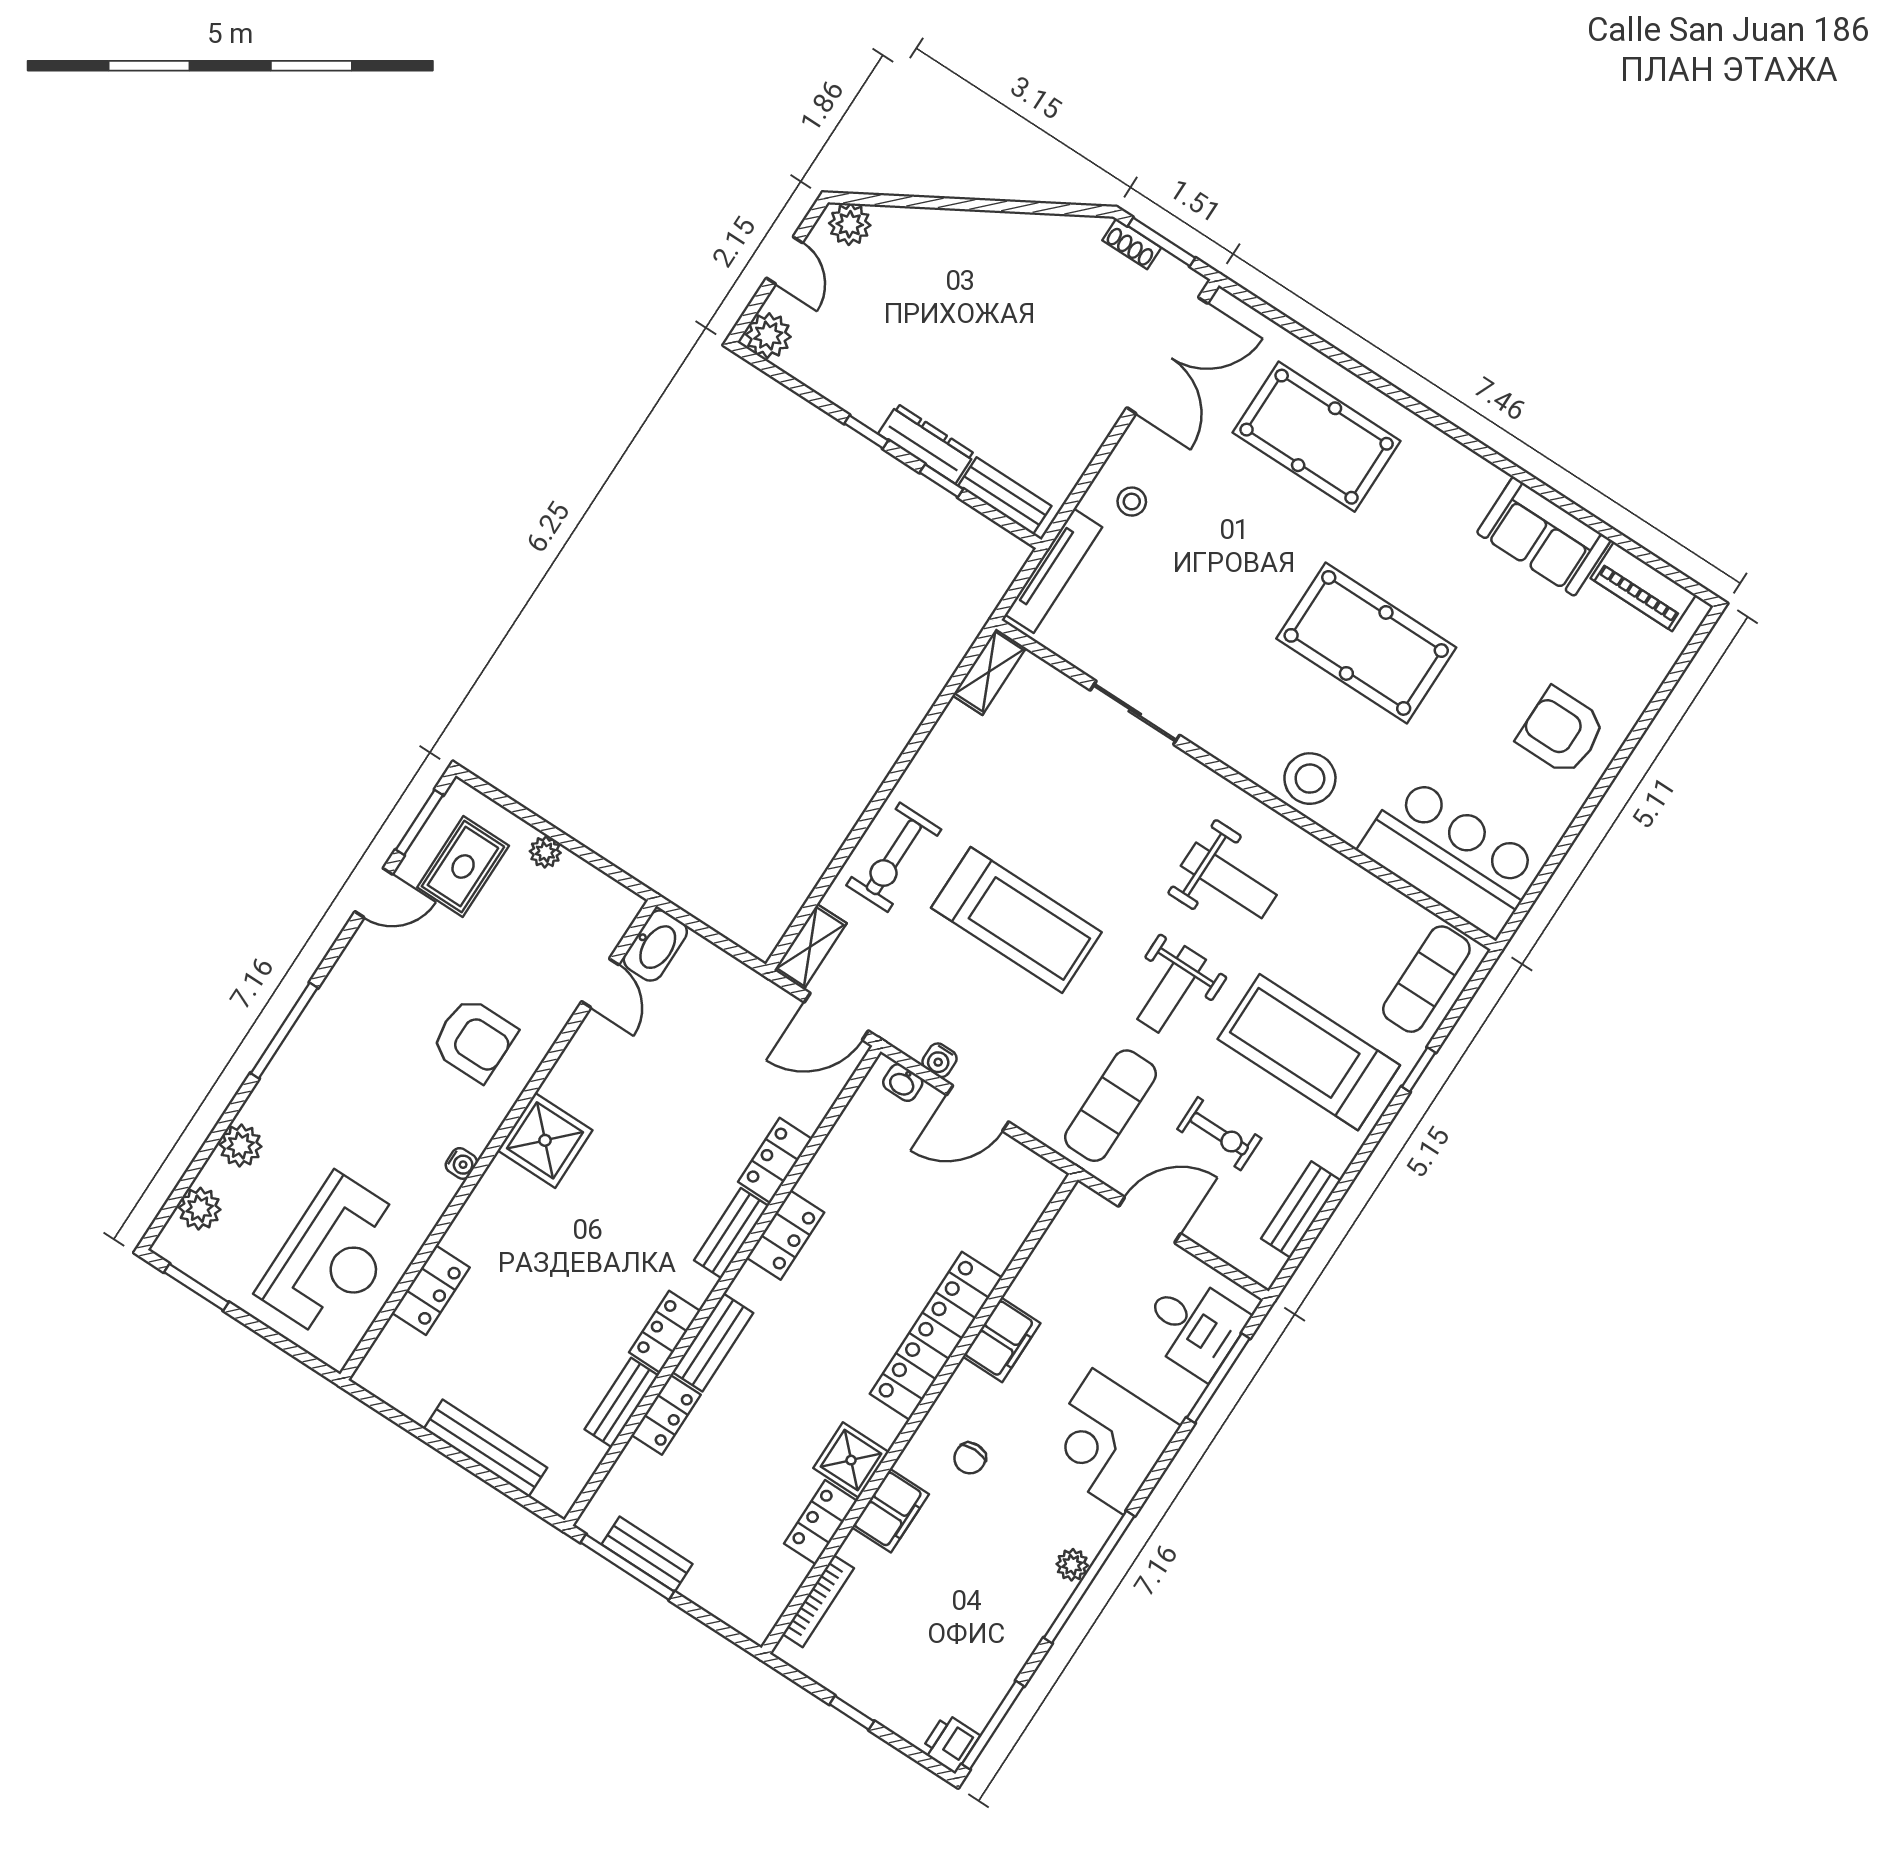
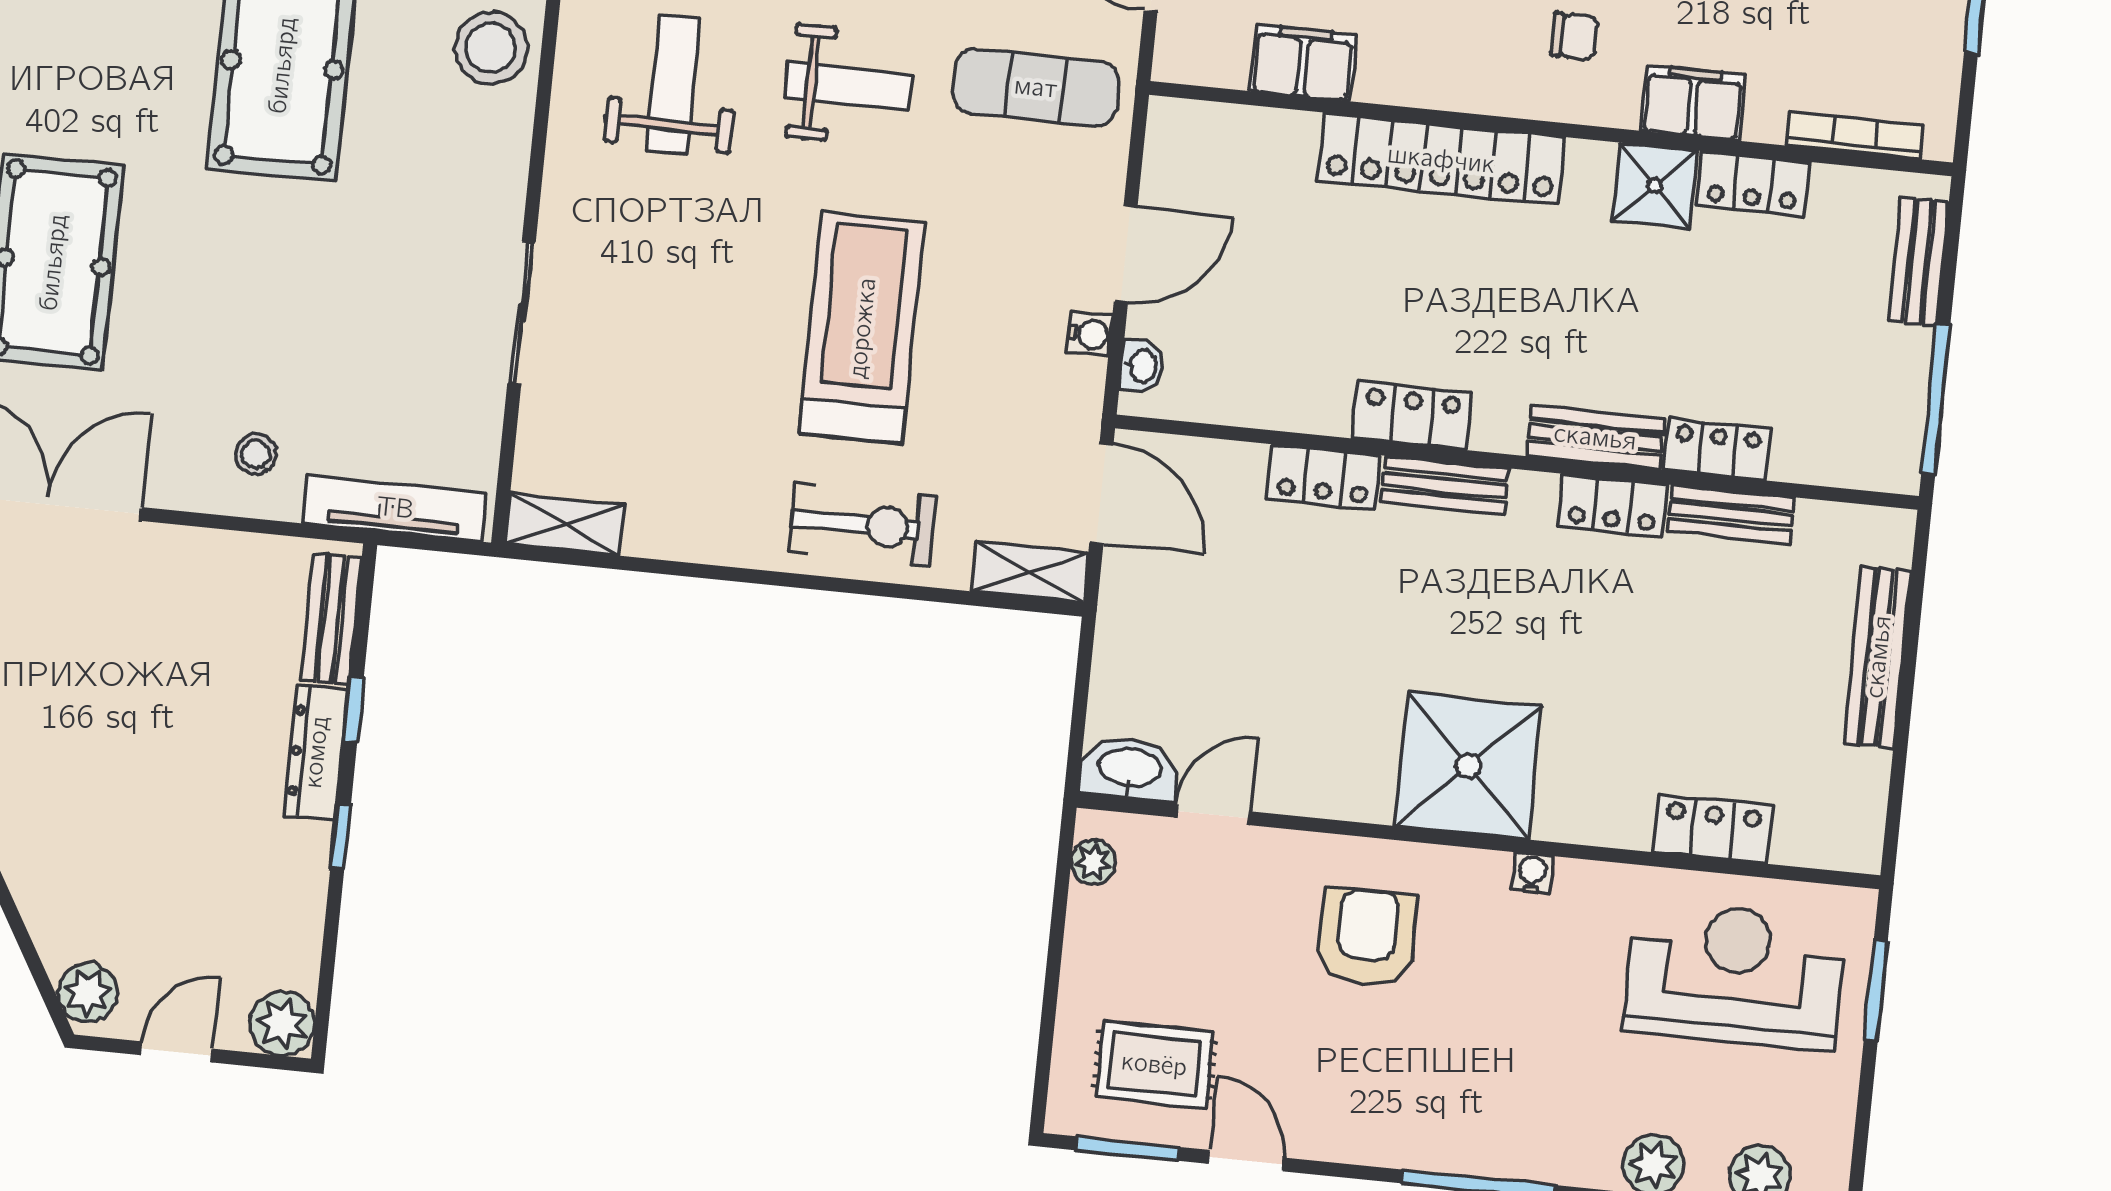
plant: (545, 852) -> (1093, 862), moved
door: (978, 1108) -> (1126, 254), hinge flipped
shower: (545, 1140) -> (1468, 766), width x1.37, depth x1.37
window: (196, 1287) -> (1876, 990), moved
filing cabinet: (1002, 1340) -> (1303, 63), moved
bench: (647, 1554) -> (1919, 261), moved

